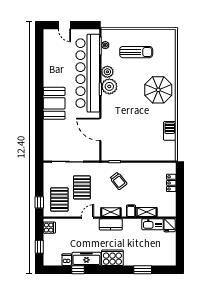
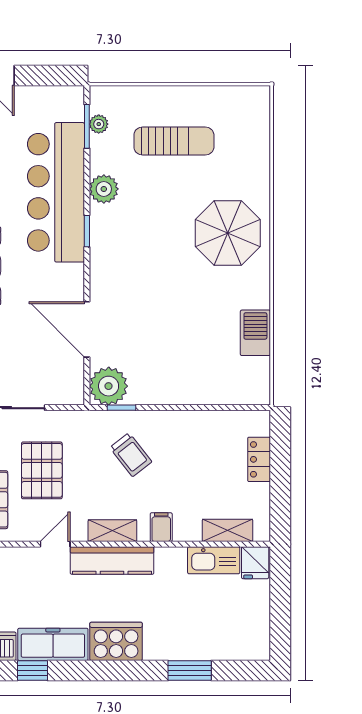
bar counter: (88, 73) -> (56, 192), width x0.73
plant: (109, 86) -> (109, 386), moved
shelving: (147, 212) -> (227, 530), moved
kitchen counter: (111, 224) -> (112, 560), width x1.50

